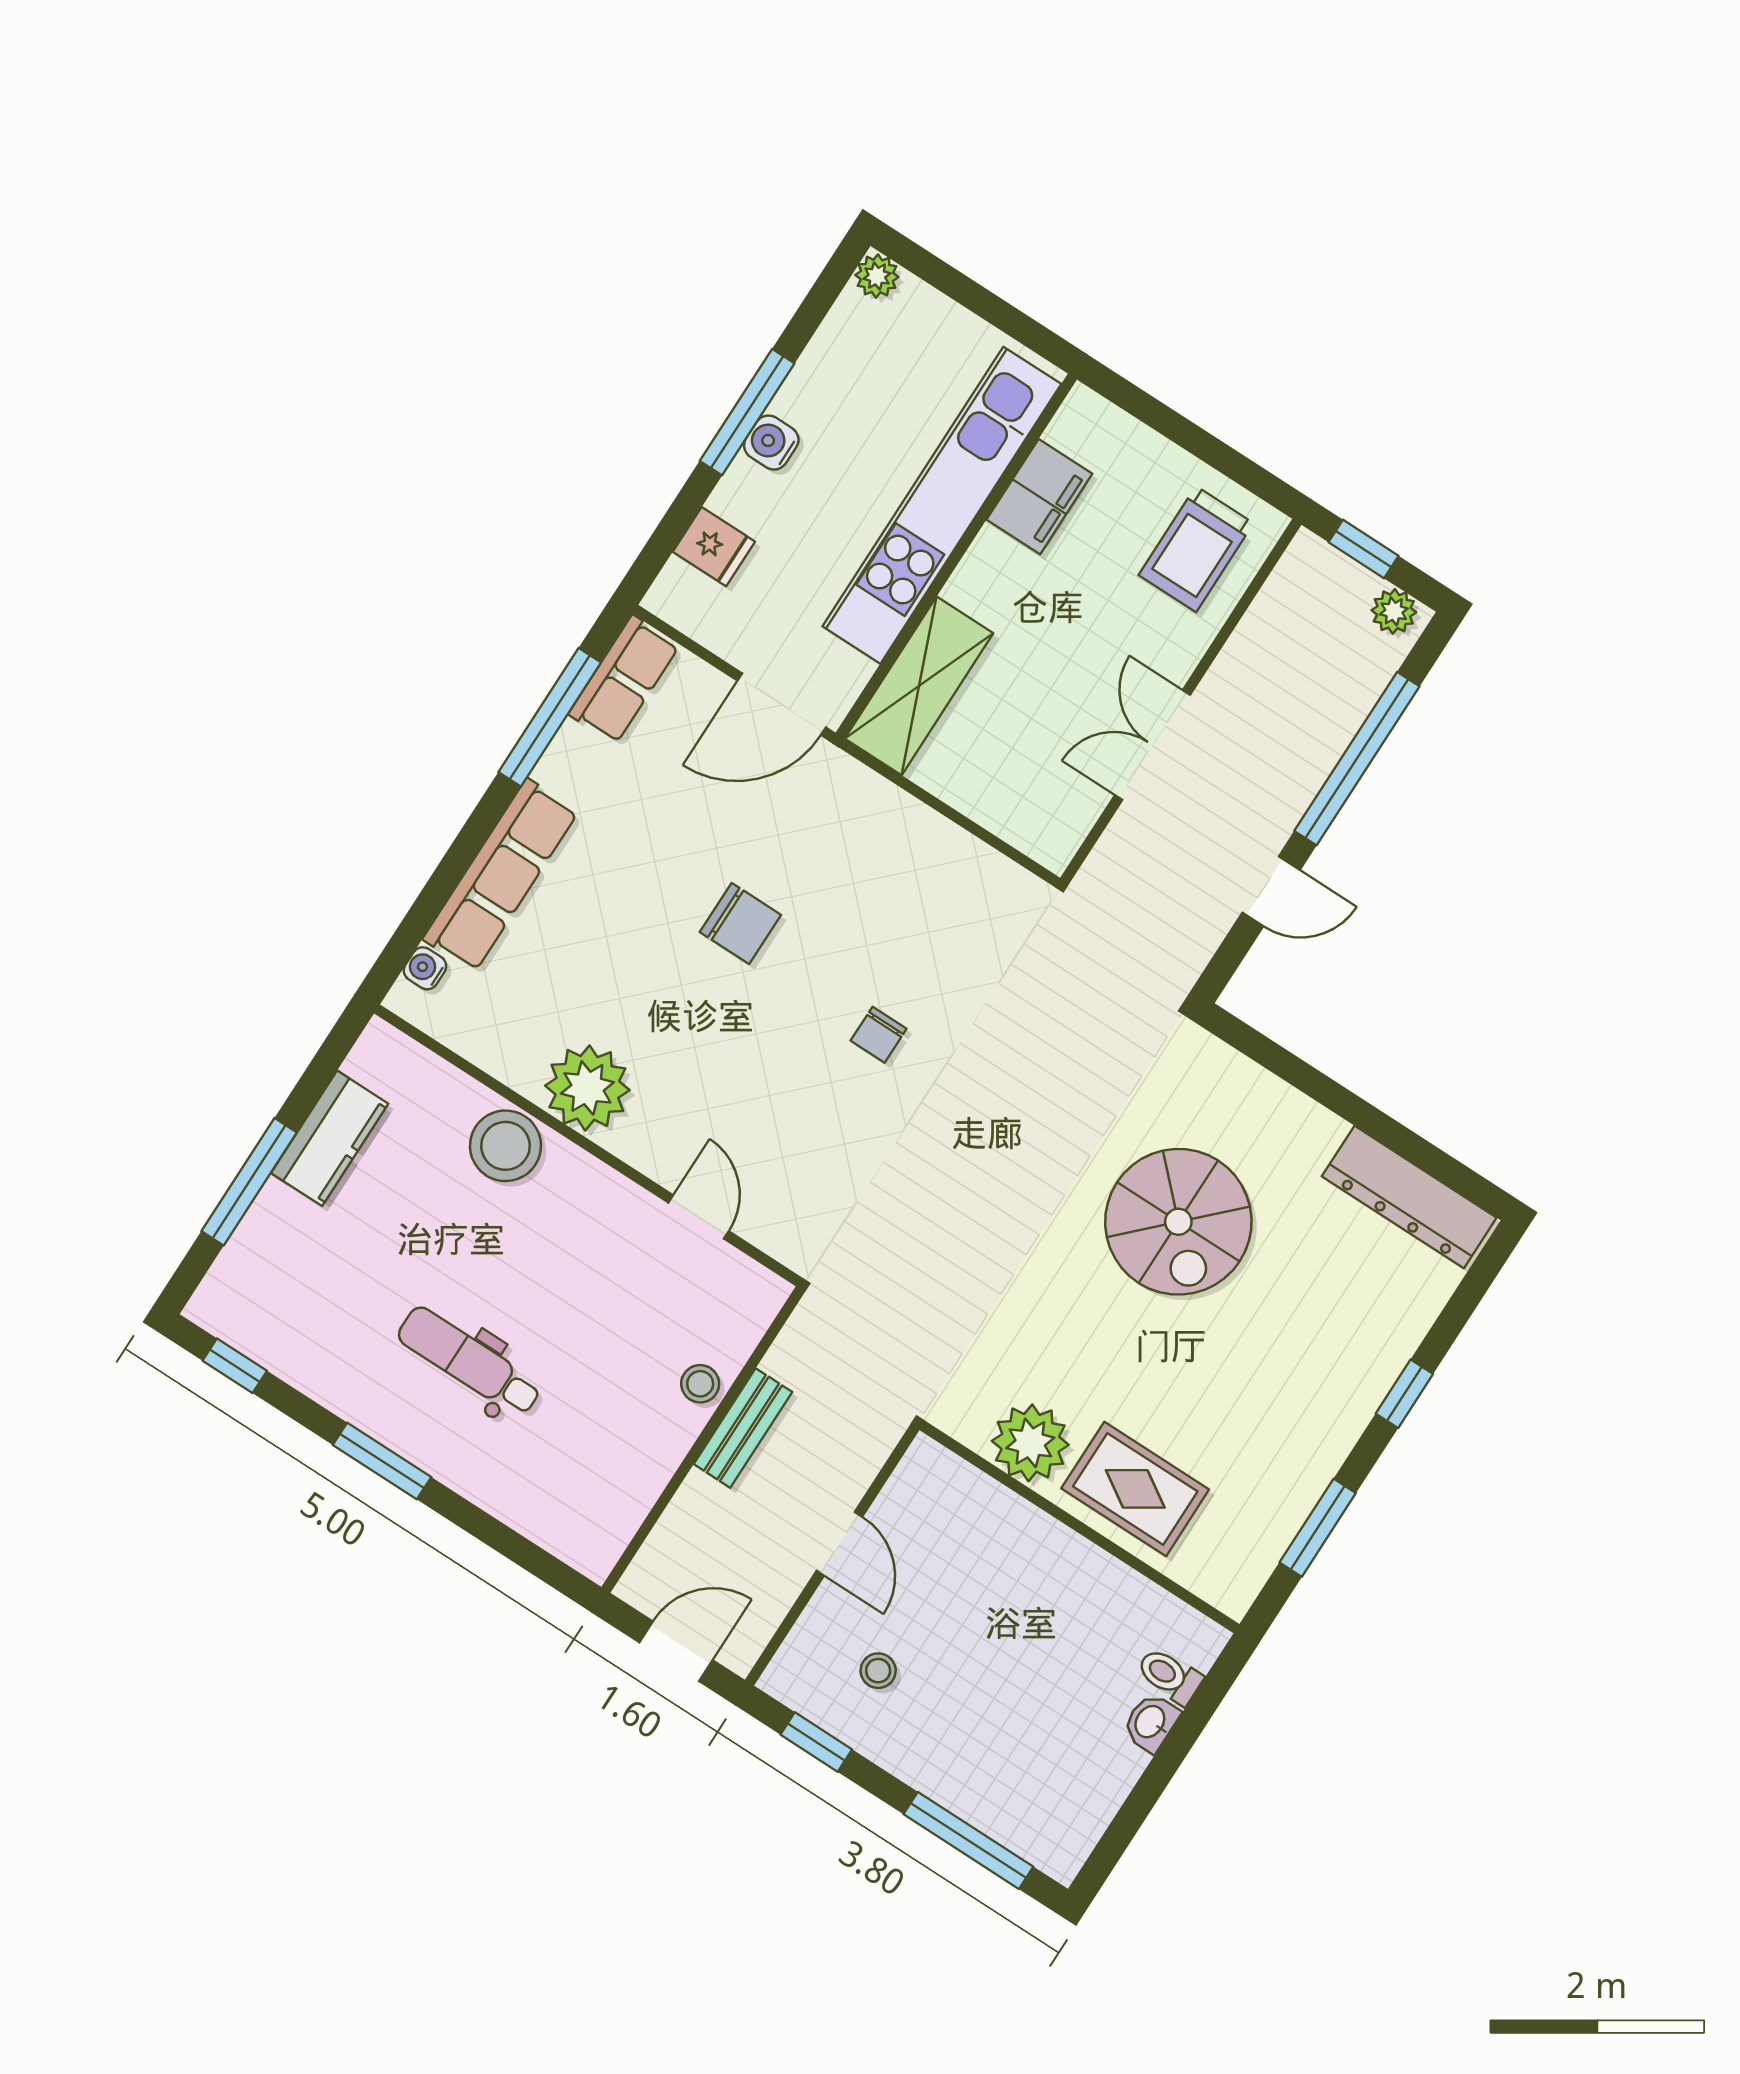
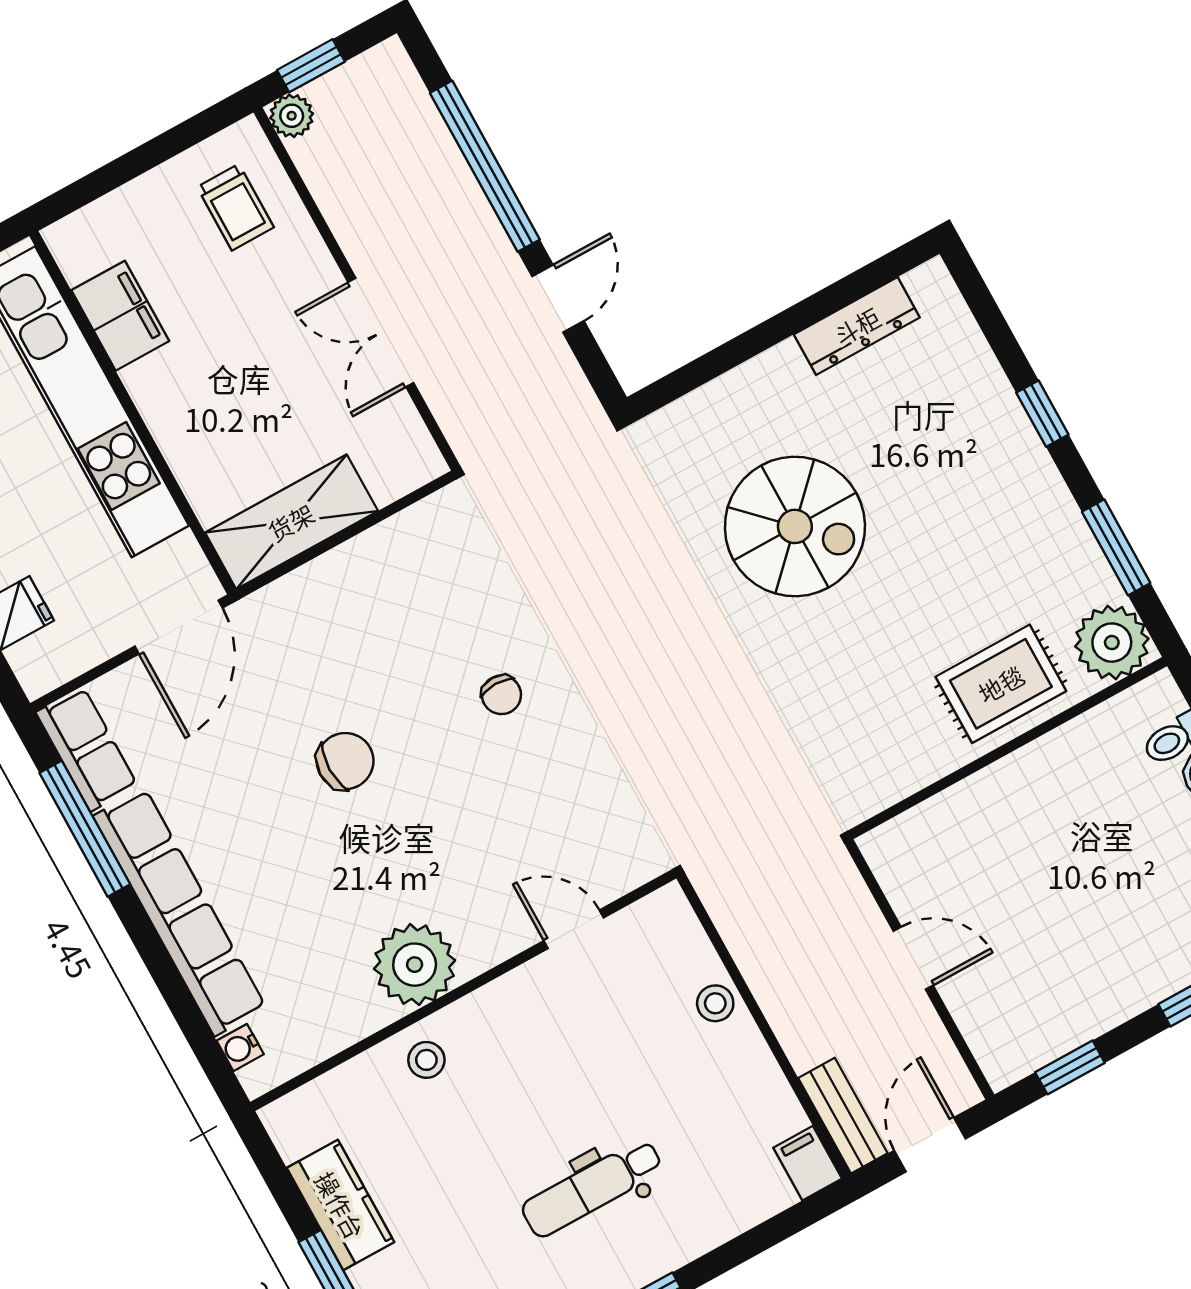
trolley: (1196, 549) -> (235, 207), width x0.73, depth x0.72
plant: (1394, 611) -> (292, 116), moved
shelving: (919, 686) -> (291, 522), moved, turned 90
row of seats: (501, 875) -> (180, 912), width x1.36
stool: (505, 1146) -> (426, 1060), width x0.53, depth x0.53
dresser: (1409, 1197) -> (857, 326), width x0.73, depth x0.80
bench: (743, 1428) -> (843, 1116), moved
plant: (1030, 1443) -> (1112, 643), moved
filing cabinet: (599, 1548) -> (808, 1163), added
stool: (878, 1671) -> (1038, 983), removed

